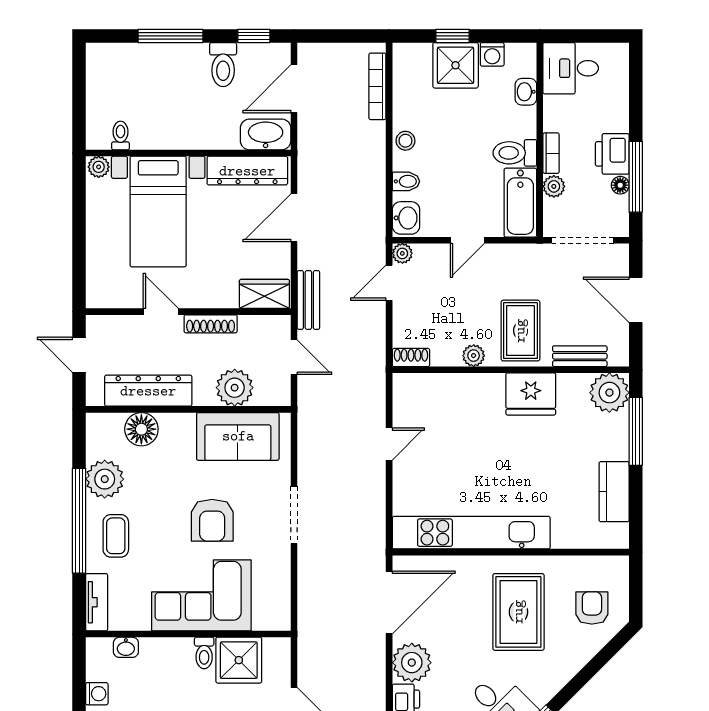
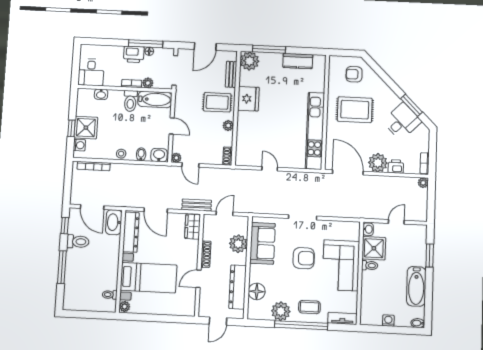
washing machine: (492, 54) -> (79, 145), moved
washbasin: (126, 647) -> (368, 229), moved

